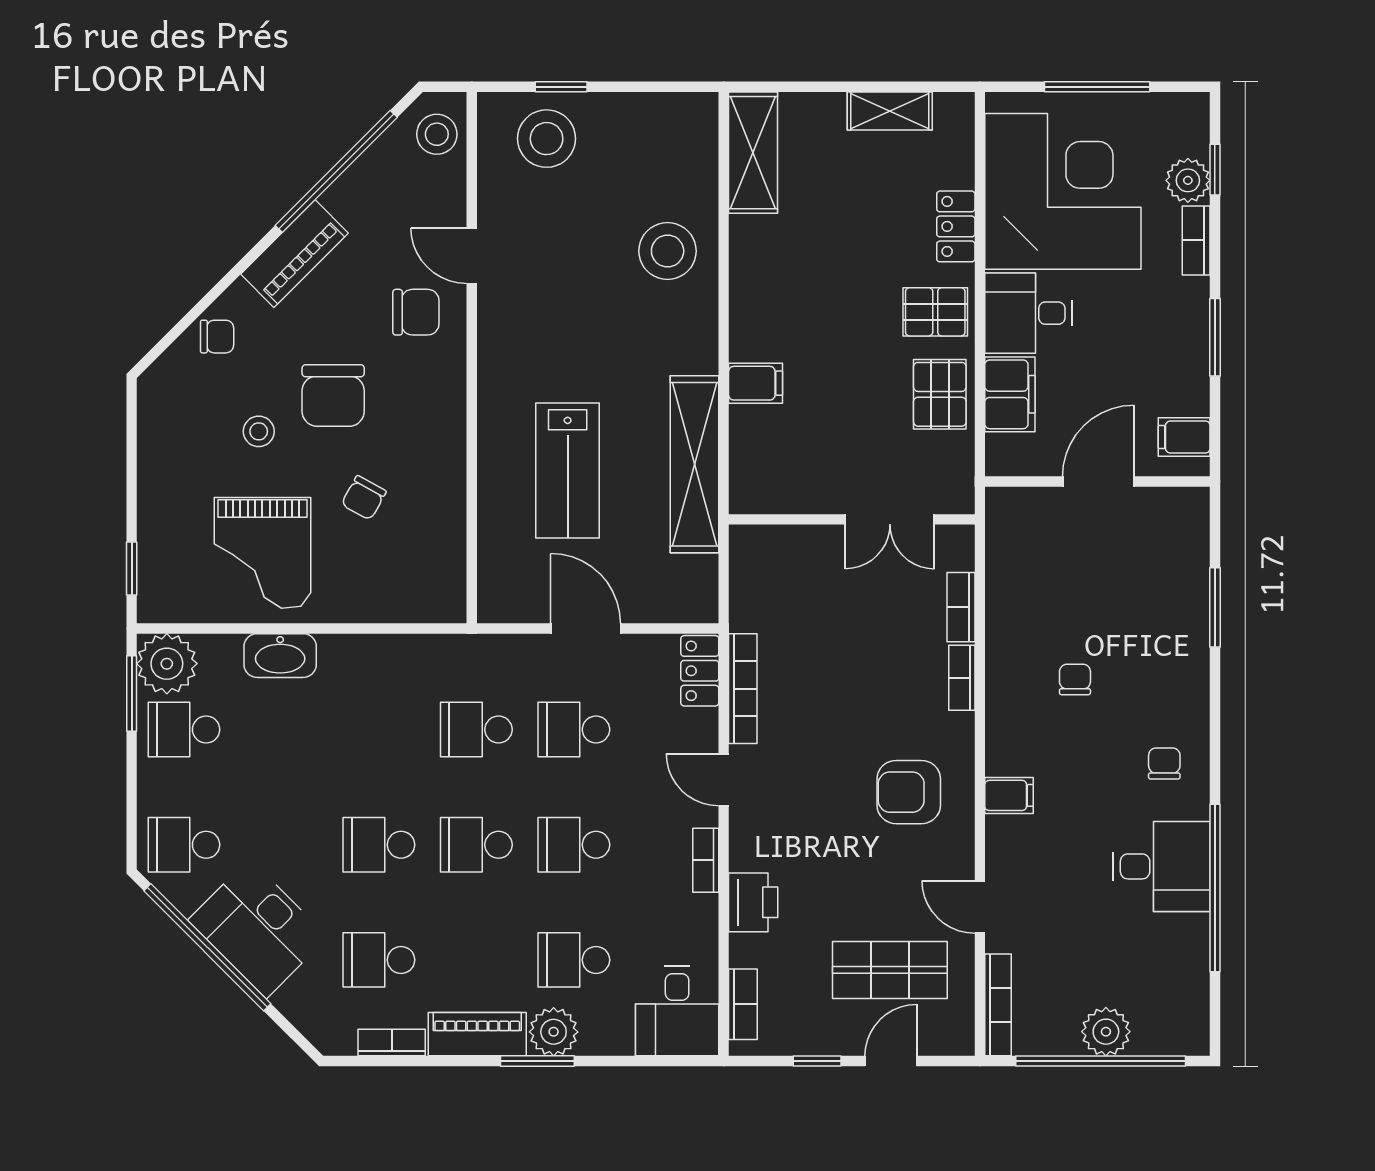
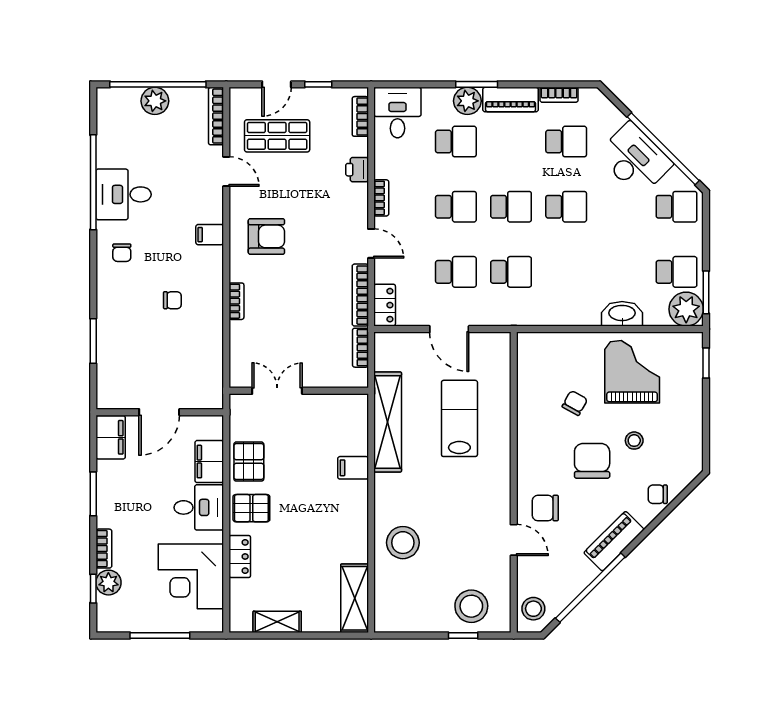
corner desk: (1063, 191) -> (191, 576), width x0.74, depth x0.74
filing cabinet: (1184, 437) -> (111, 437), width x2.00
bookcase: (961, 607) -> (360, 348), moved, turned 180
chair: (1075, 679) -> (172, 300), turned -90
printer: (753, 902) -> (357, 170), width x0.73, depth x0.81

